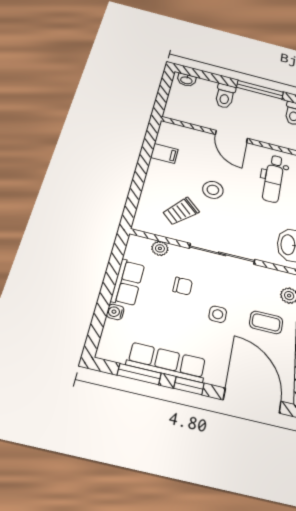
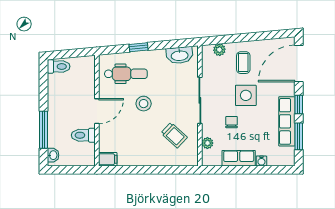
window: (260, 90) -> (43, 130), moved
toilet: (225, 96) -> (83, 135), moved, turned 180
filing cabinet: (164, 153) -> (108, 159), moved, turned 90
stool: (213, 190) -> (144, 104), moved
side table: (218, 314) -> (246, 95), width x1.87, depth x1.87

